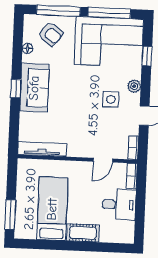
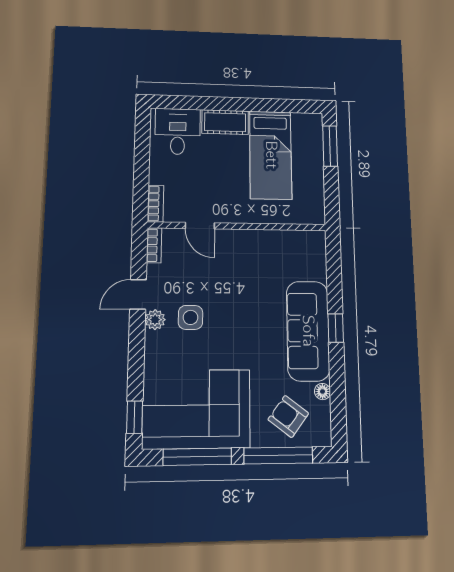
window: (147, 56) -> (135, 417), moved
plant: (134, 86) -> (155, 320), moved
sofa: (34, 88) -> (308, 331), width x1.36
tv unit: (42, 149) -> (291, 239), removed
door: (103, 160) -> (200, 226), swing flipped
desk: (119, 205) -> (178, 131), moved, turned 90

